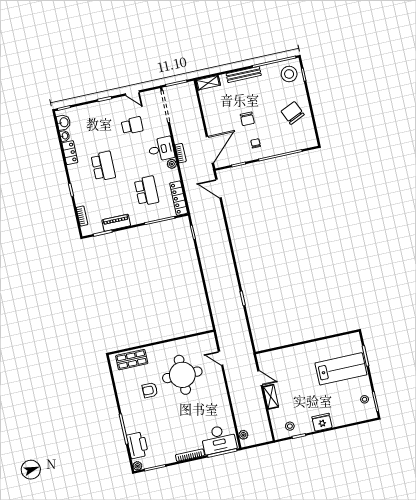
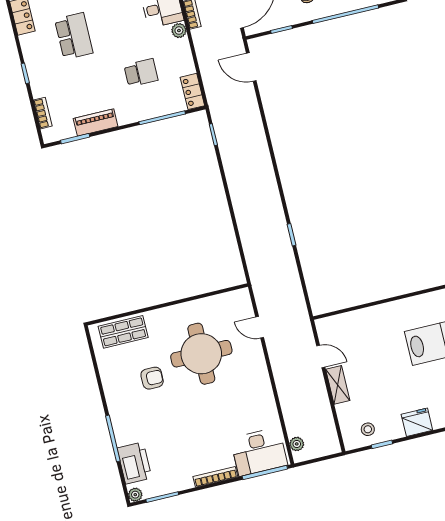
school desk: (146, 191) -> (141, 73), width x0.54
locker: (179, 198) -> (192, 91), width x0.66
armchair: (150, 390) -> (152, 378), turned 180

